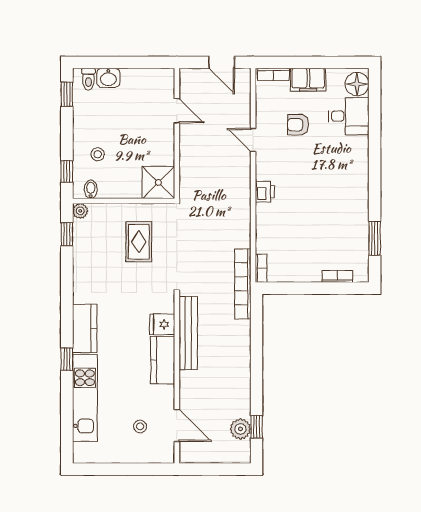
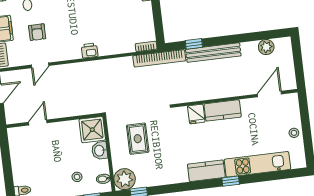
washbasin: (108, 78) -> (100, 151), moved, turned 180
door: (253, 140) -> (40, 65), moved
plant: (80, 211) -> (125, 179), width x1.88, depth x1.88
rug: (139, 242) -> (138, 139), turned 90
bench: (188, 333) -> (213, 53), moved
stool: (140, 426) -> (294, 133), moved
window: (257, 427) -> (194, 44), moved

